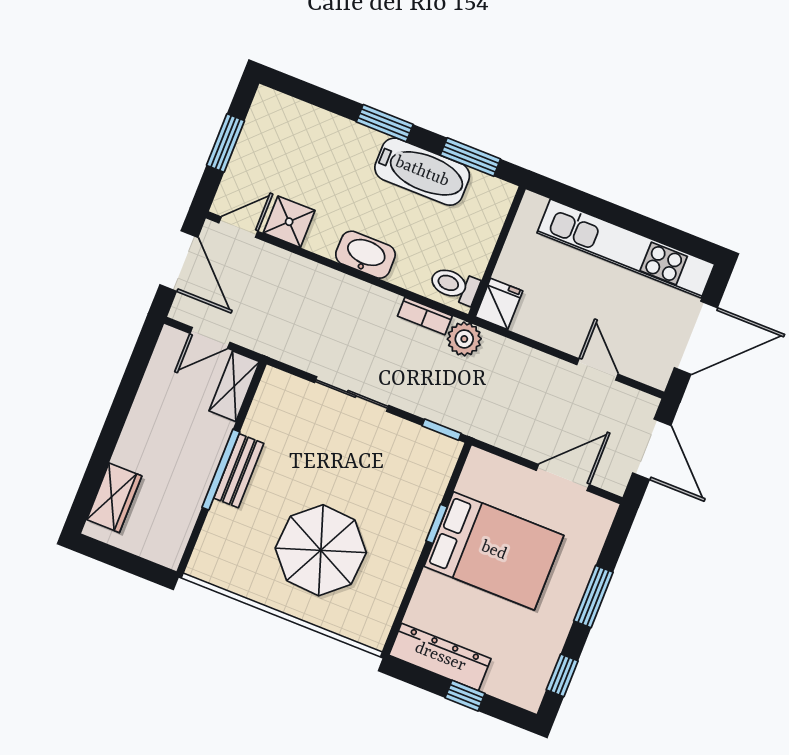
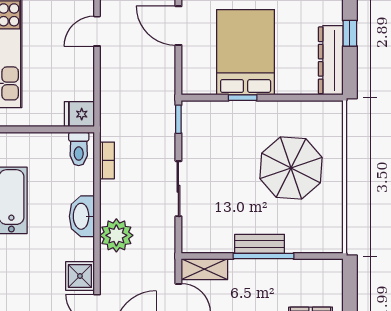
plant: (464, 339) -> (116, 235), moved, width x1.36, depth x1.36

